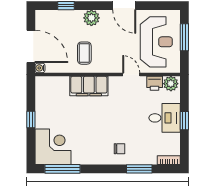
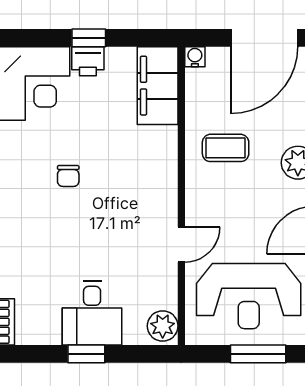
door: (31, 46) -> (264, 38), moved
printer: (155, 83) -> (88, 61), moved, turned -90
filing cabinet: (89, 86) -> (158, 86), moved
chair: (119, 149) -> (68, 176), moved

